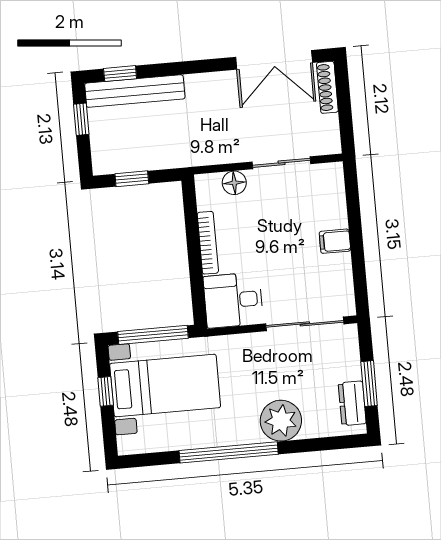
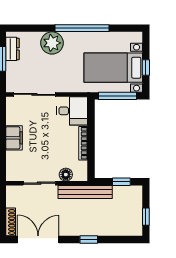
window: (120, 74) -> (89, 240), moved
bench: (135, 91) -> (85, 192), moved
filing cabinet: (335, 241) -> (14, 138), width x2.00

